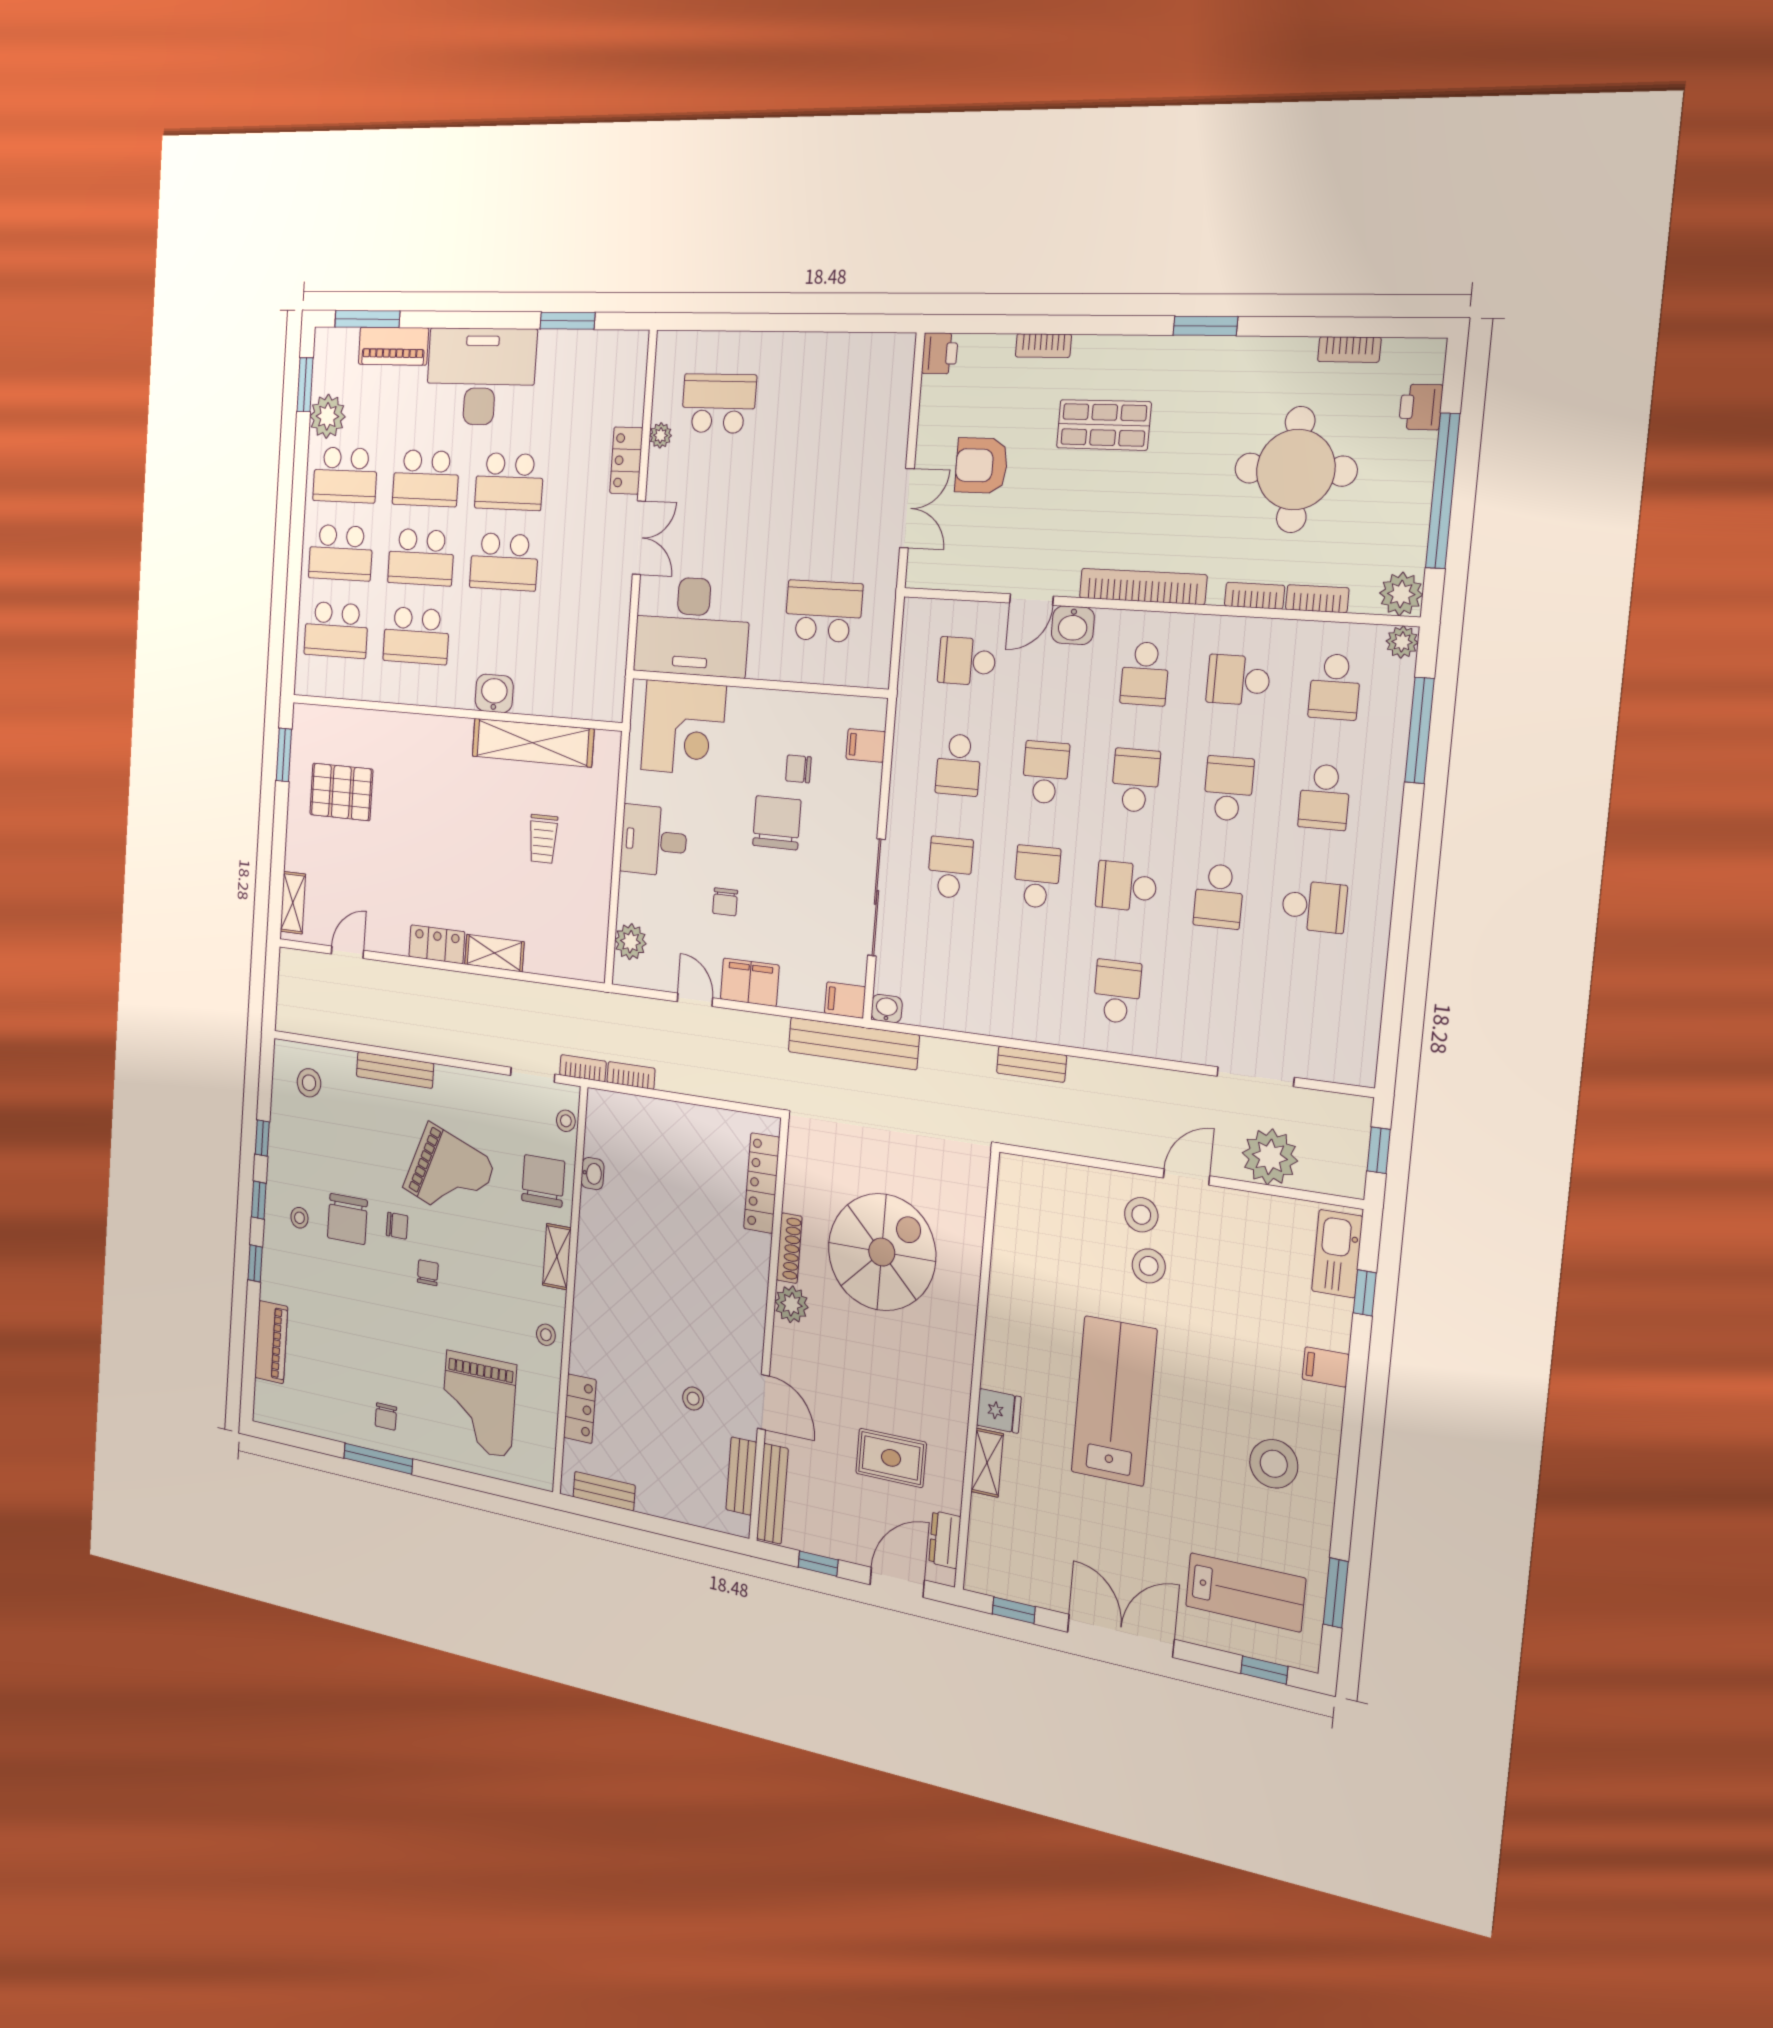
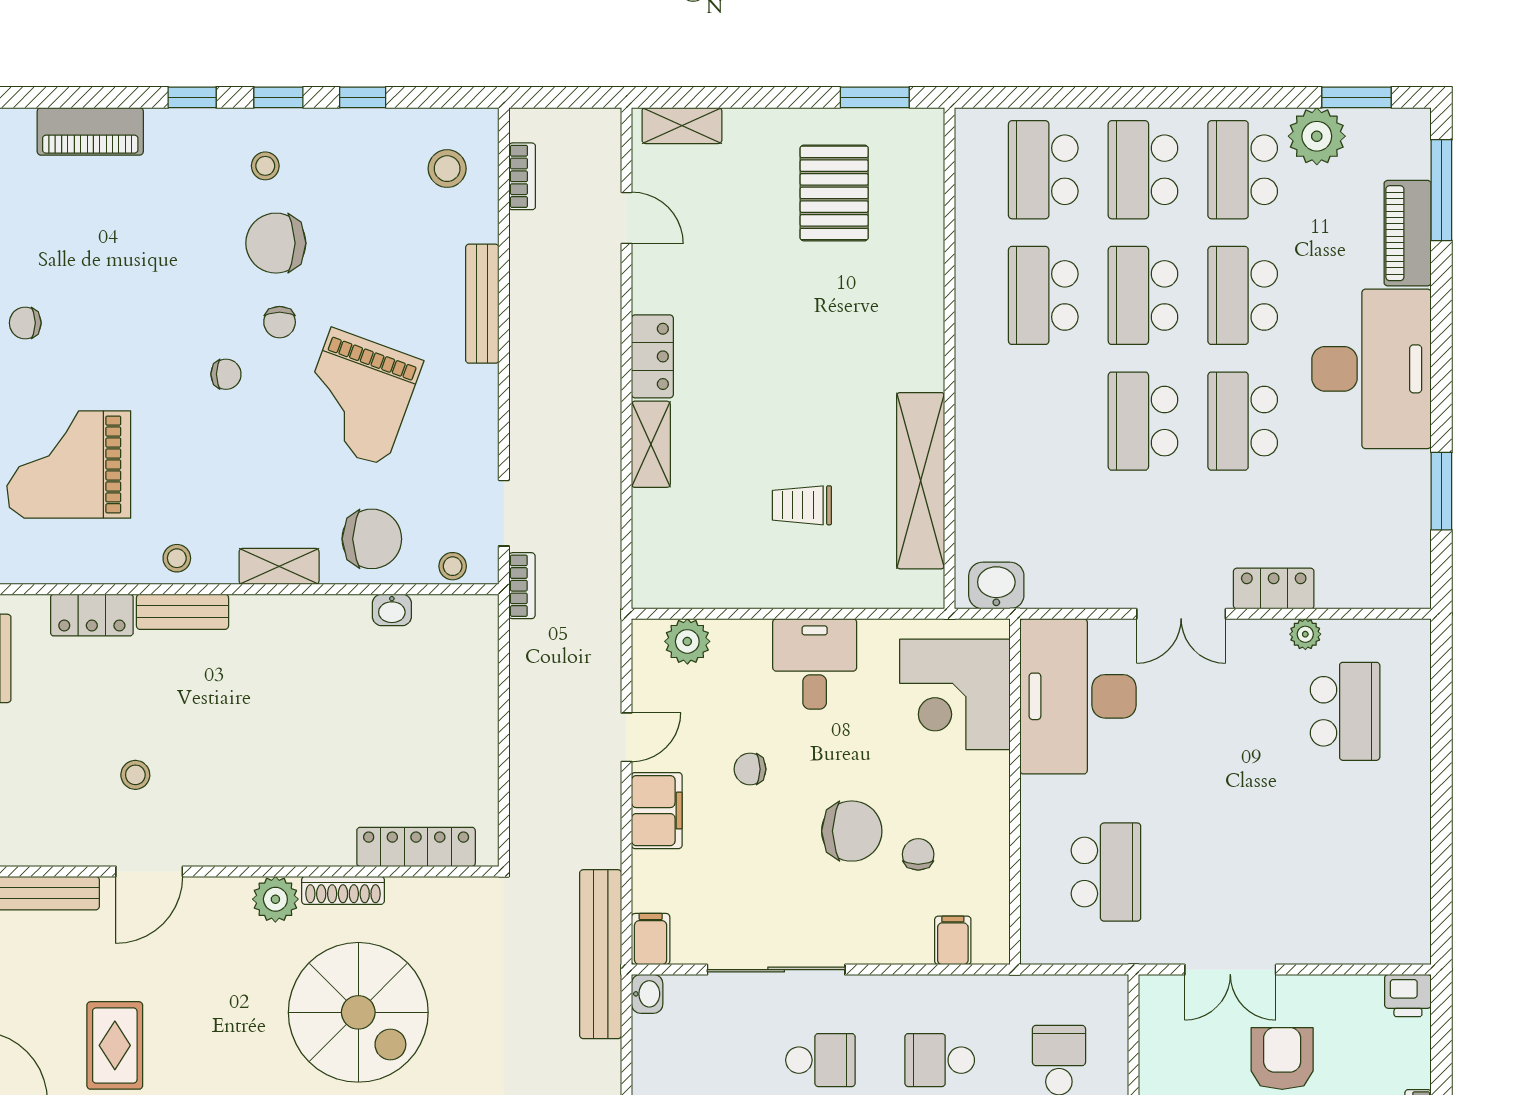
washbasin: (494, 693) -> (996, 586), moved, turned -90
bookcase: (631, 1075) -> (522, 176), moved
bench: (741, 1476) -> (182, 612), moved

